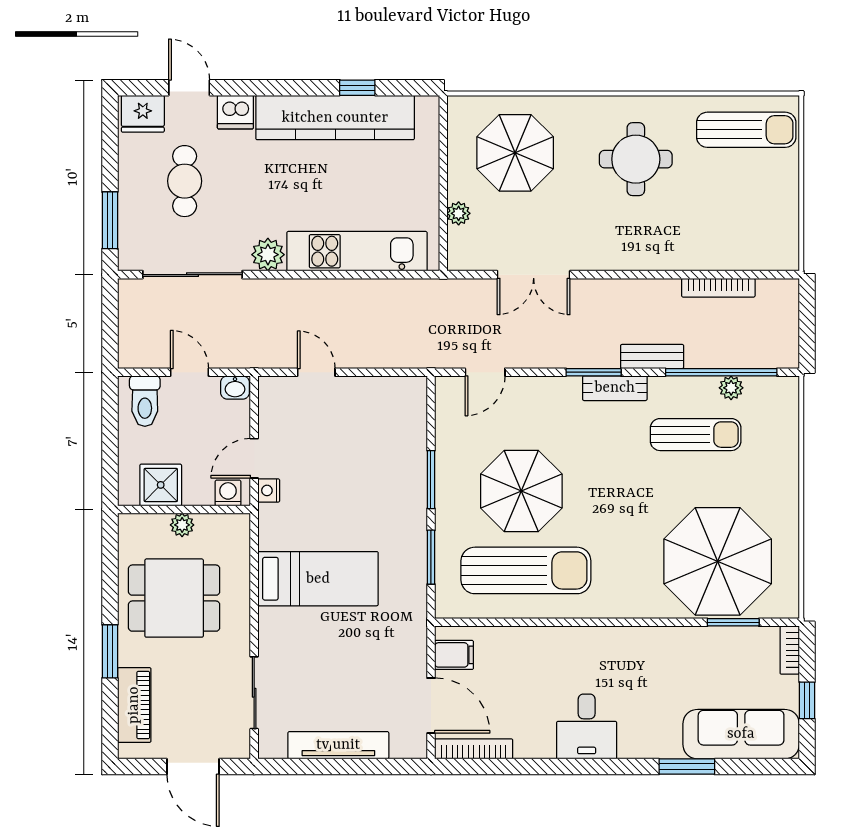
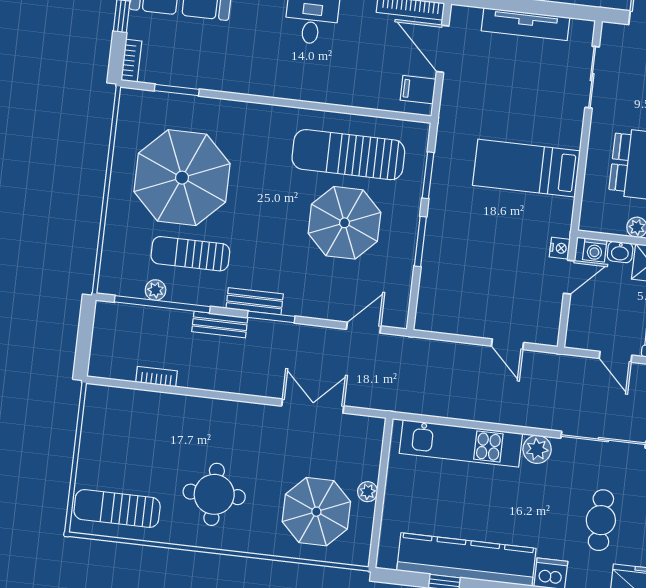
plant: (459, 213) -> (368, 492), moved
bookcase: (718, 288) -> (156, 377), width x0.64
washbasin: (235, 388) -> (620, 252), moved, turned 180
parasol: (718, 561) -> (182, 178), moved

